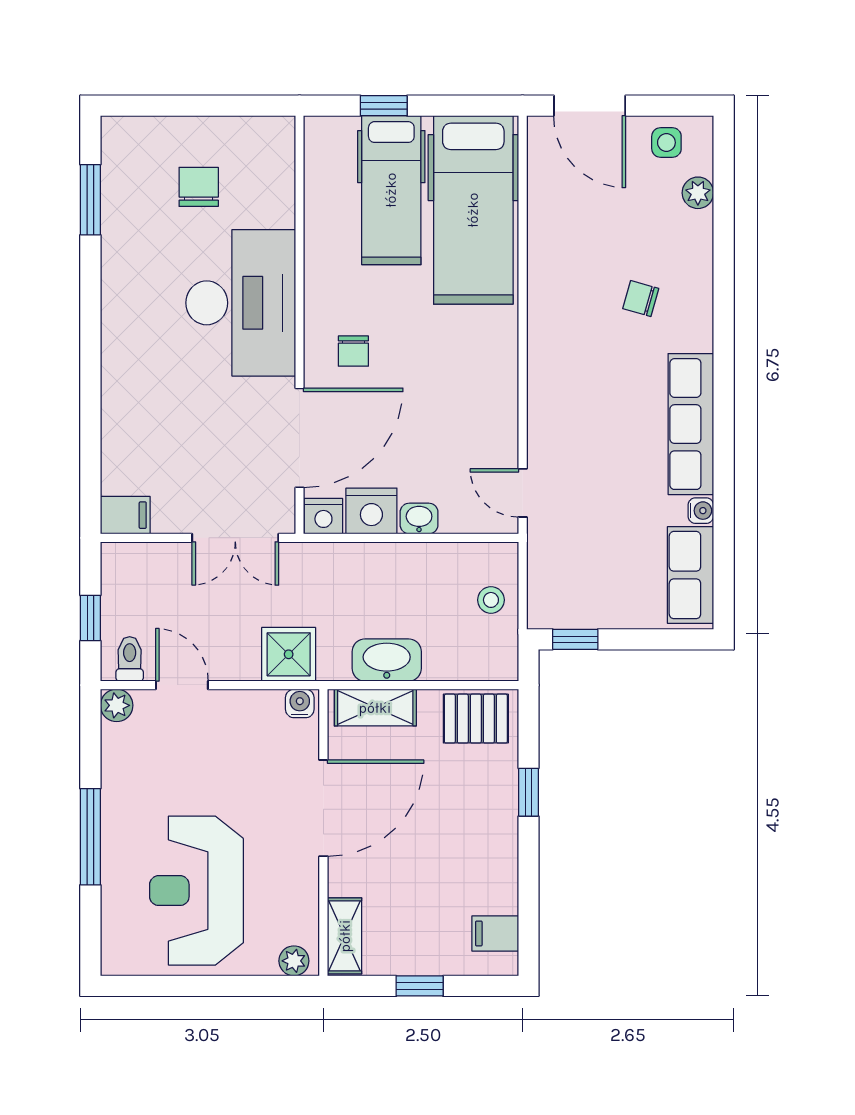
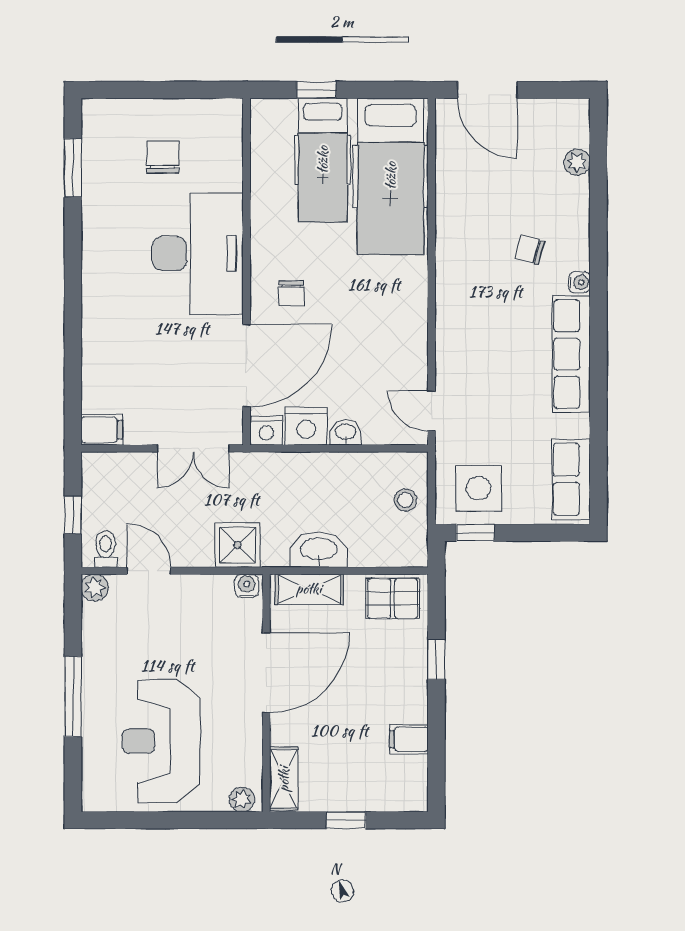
side table: (666, 143) -> (479, 488), moved, width x1.87, depth x1.87
water cooler: (701, 511) -> (579, 282), moved
filing cabinet: (495, 933) -> (409, 739), moved

